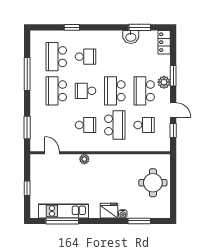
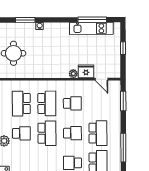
school desk: (144, 91) -> (21, 133), width x0.54
school desk: (86, 125) -> (72, 103), turned 180
school desk: (115, 125) -> (47, 103), turned 180
school desk: (144, 125) -> (21, 104), width x1.85
fridge: (109, 211) -> (86, 71), moved, turned 180

